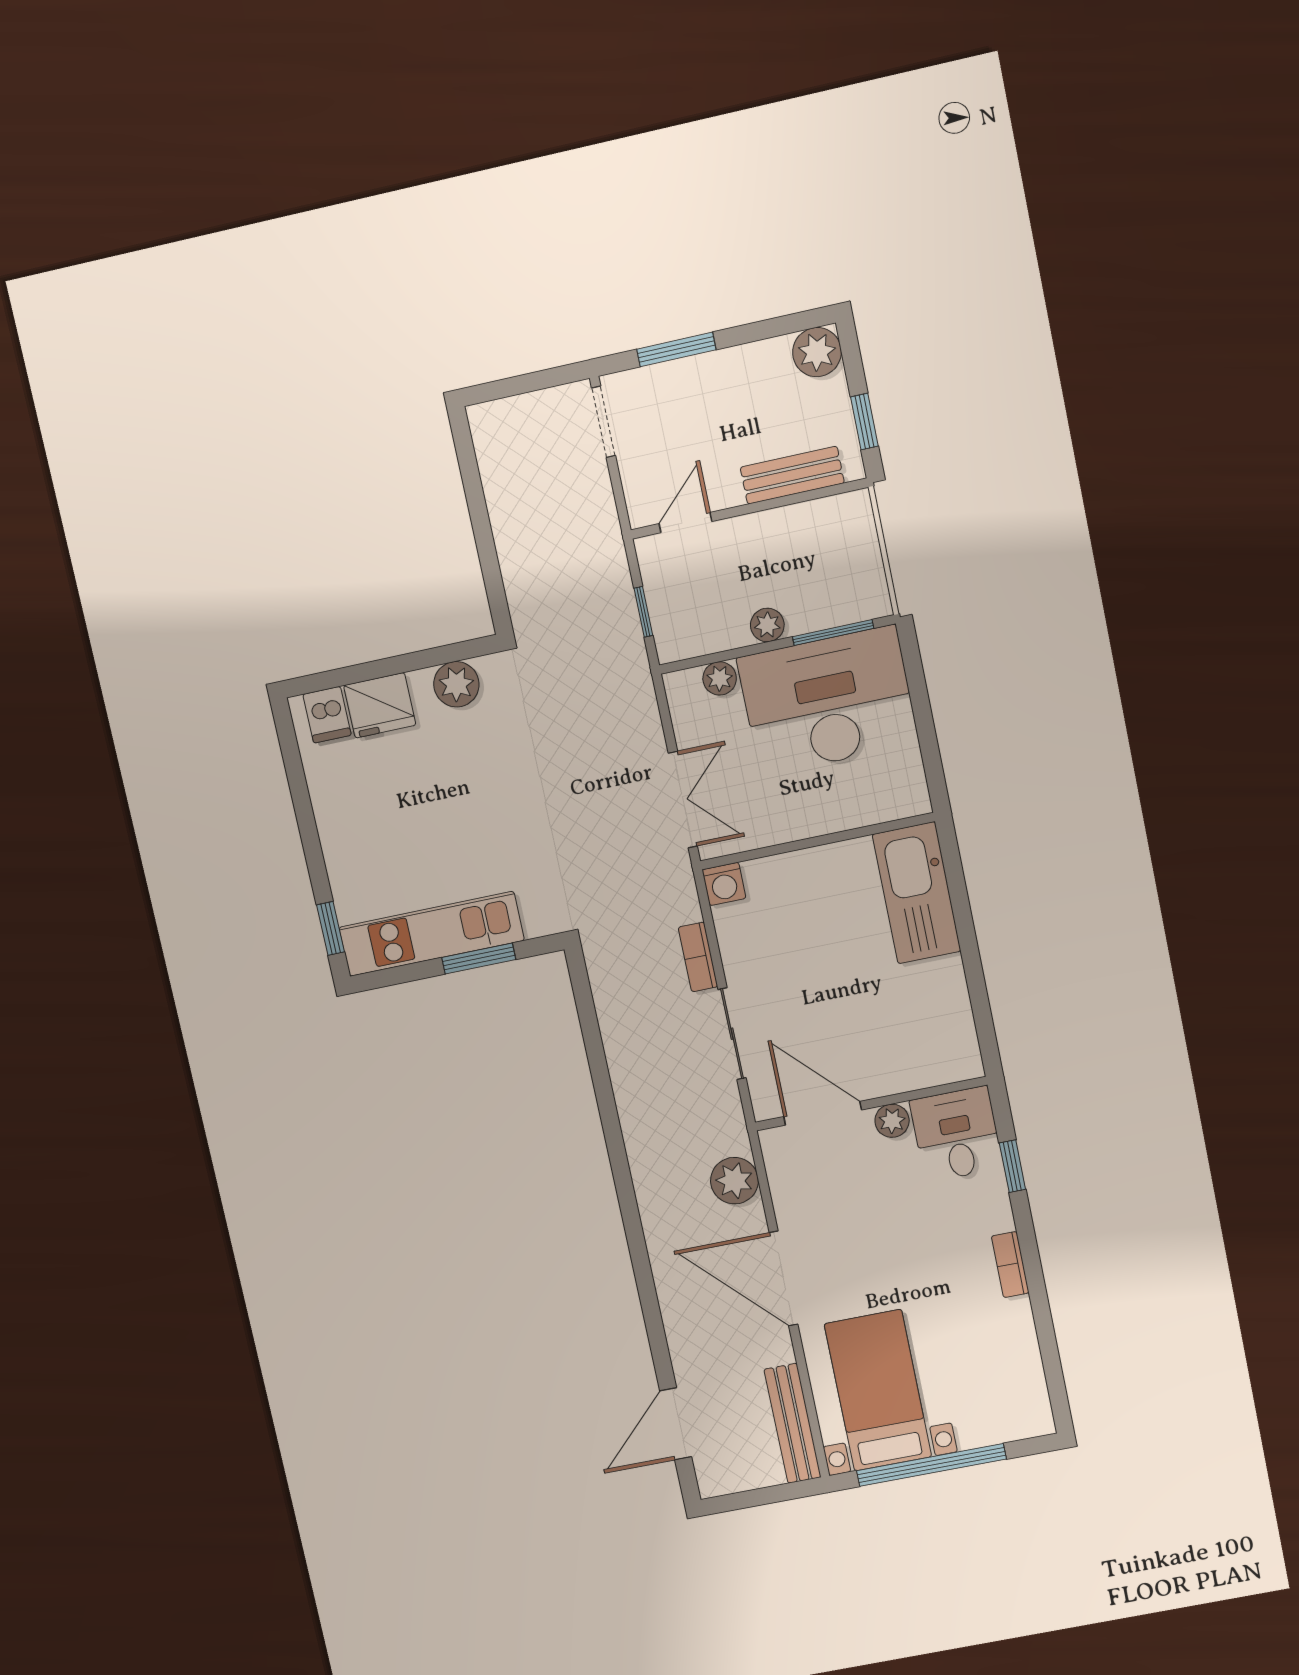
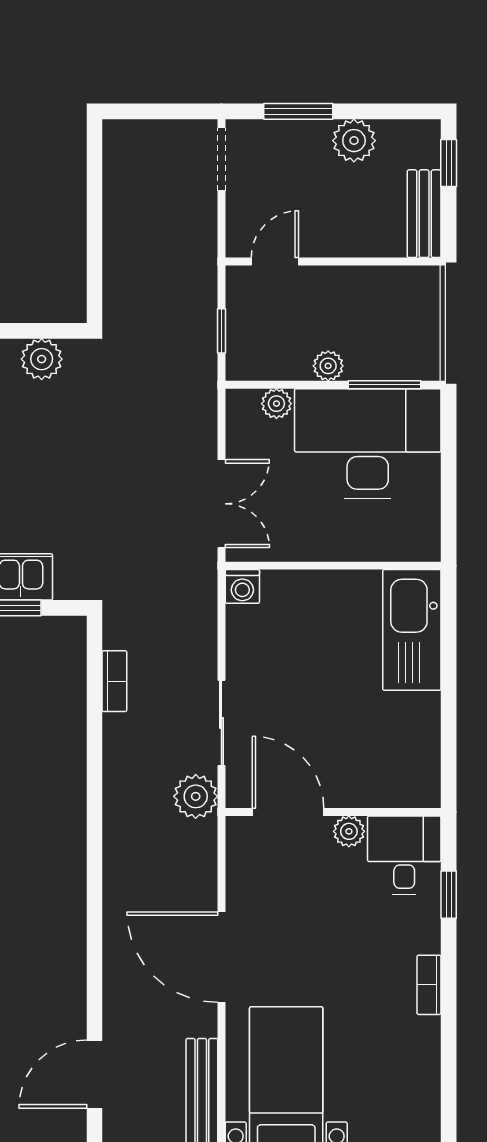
plant: (817, 352) -> (354, 141), moved
window: (864, 422) -> (449, 163), moved
bench: (792, 475) -> (424, 214), moved, turned 90
bookcase: (698, 957) -> (114, 681), moved, turned 180
plant: (734, 1181) -> (196, 796), moved

